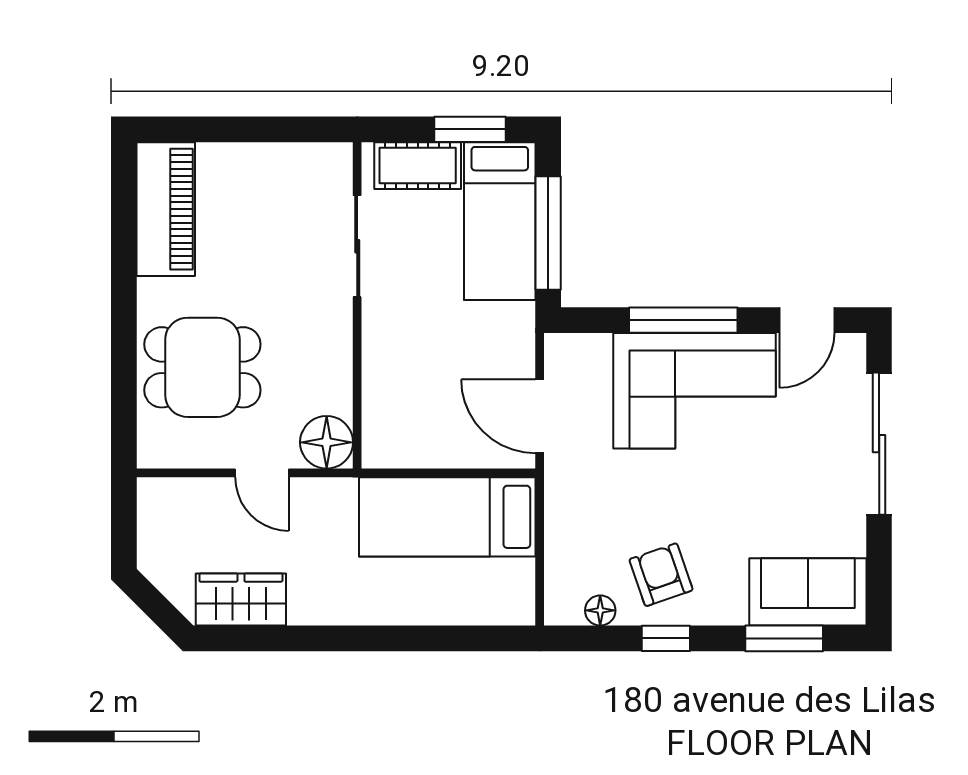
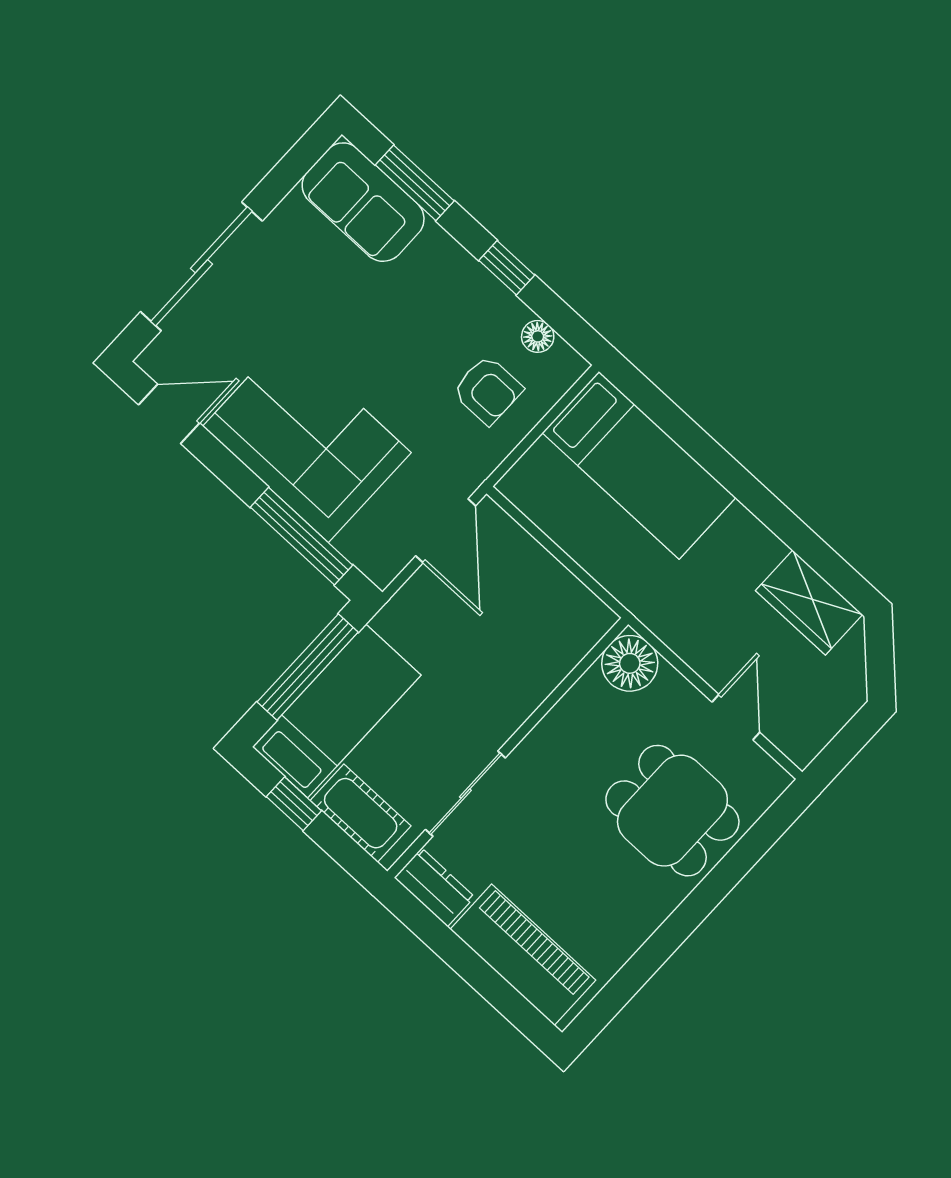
window: (470, 129) -> (294, 804), width x0.67
dresser: (319, 161) -> (434, 887), added
piano: (166, 209) -> (523, 955), moved, turned 90
window: (683, 320) -> (302, 536), moved
door: (262, 473) -> (736, 717), moved
bed: (447, 517) -> (639, 465), moved
armchair: (661, 575) -> (488, 390), moved, turned -71

